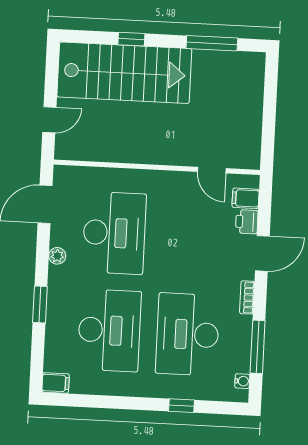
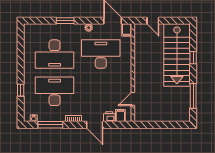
desk: (114, 233) -> (101, 54), turned 180
filing cabinet: (56, 383) -> (127, 30), moved

